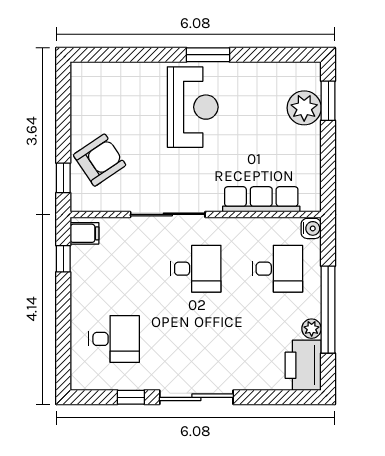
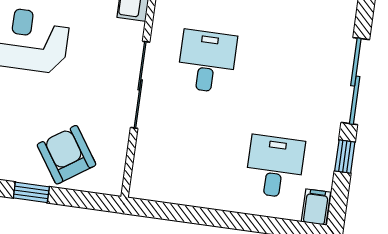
window: (63, 178) -> (31, 192), moved
filing cabinet: (85, 233) -> (316, 207), moved
window: (63, 259) -> (174, 212), removed

